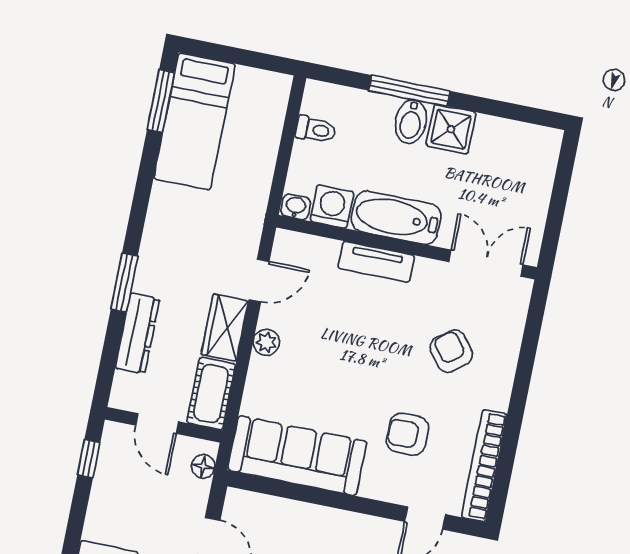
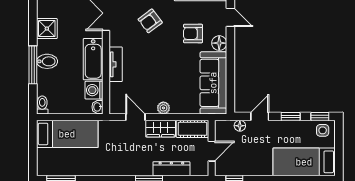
bed: (194, 121) -> (67, 134), moved
shower: (451, 129) -> (47, 29), moved
toilet: (316, 130) -> (42, 105), moved
armchair: (407, 434) -> (193, 34), turned 90
floor lamp: (203, 466) -> (240, 126), moved
floor lamp: (377, 484) -> (219, 43), added

